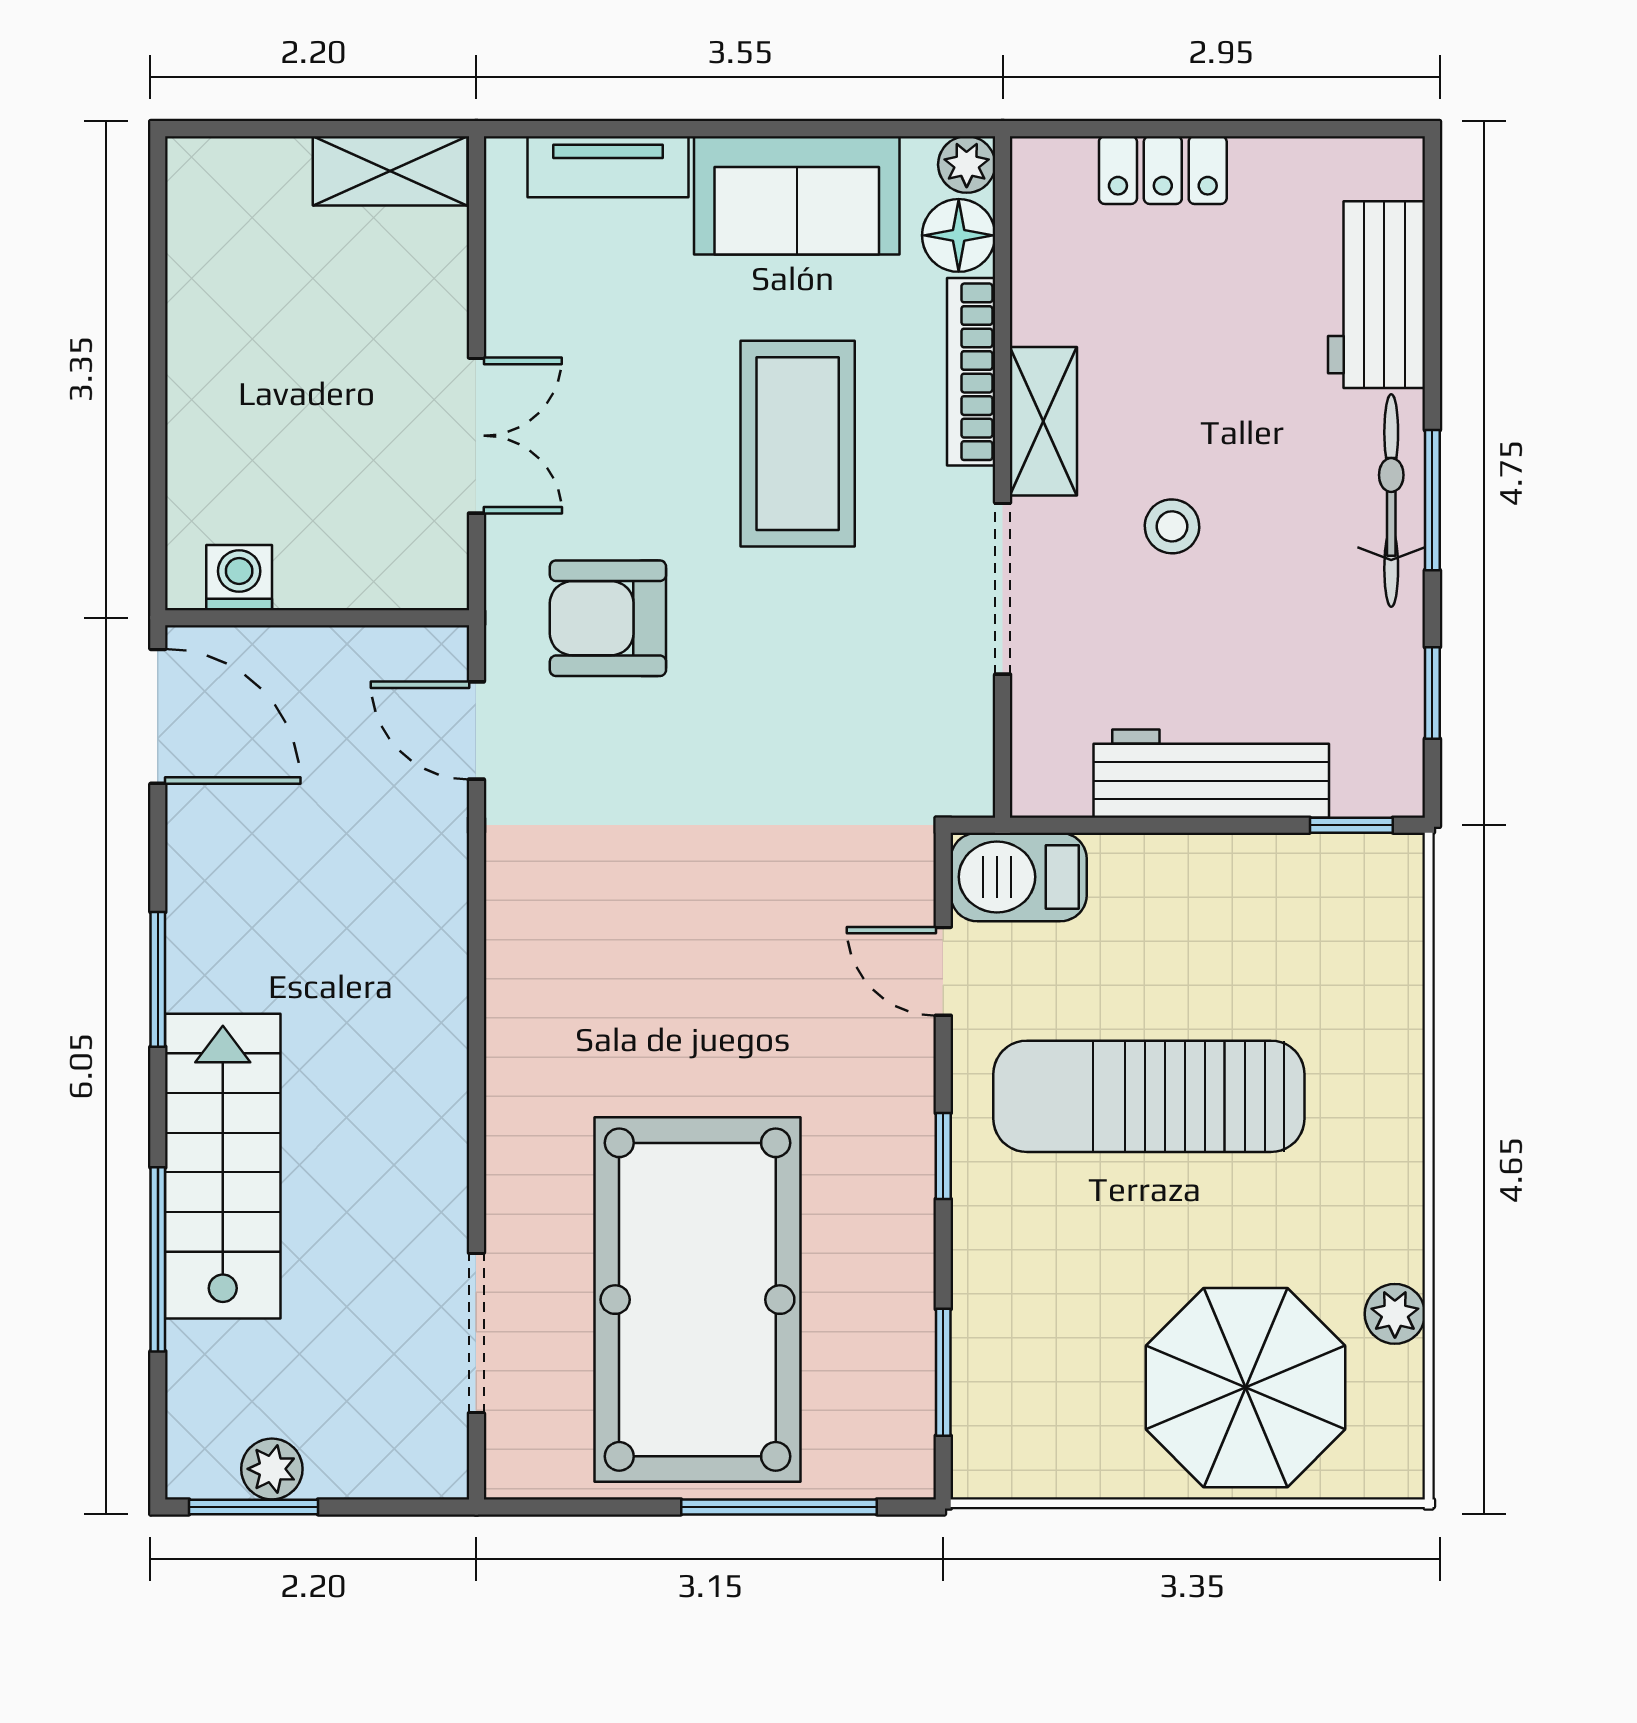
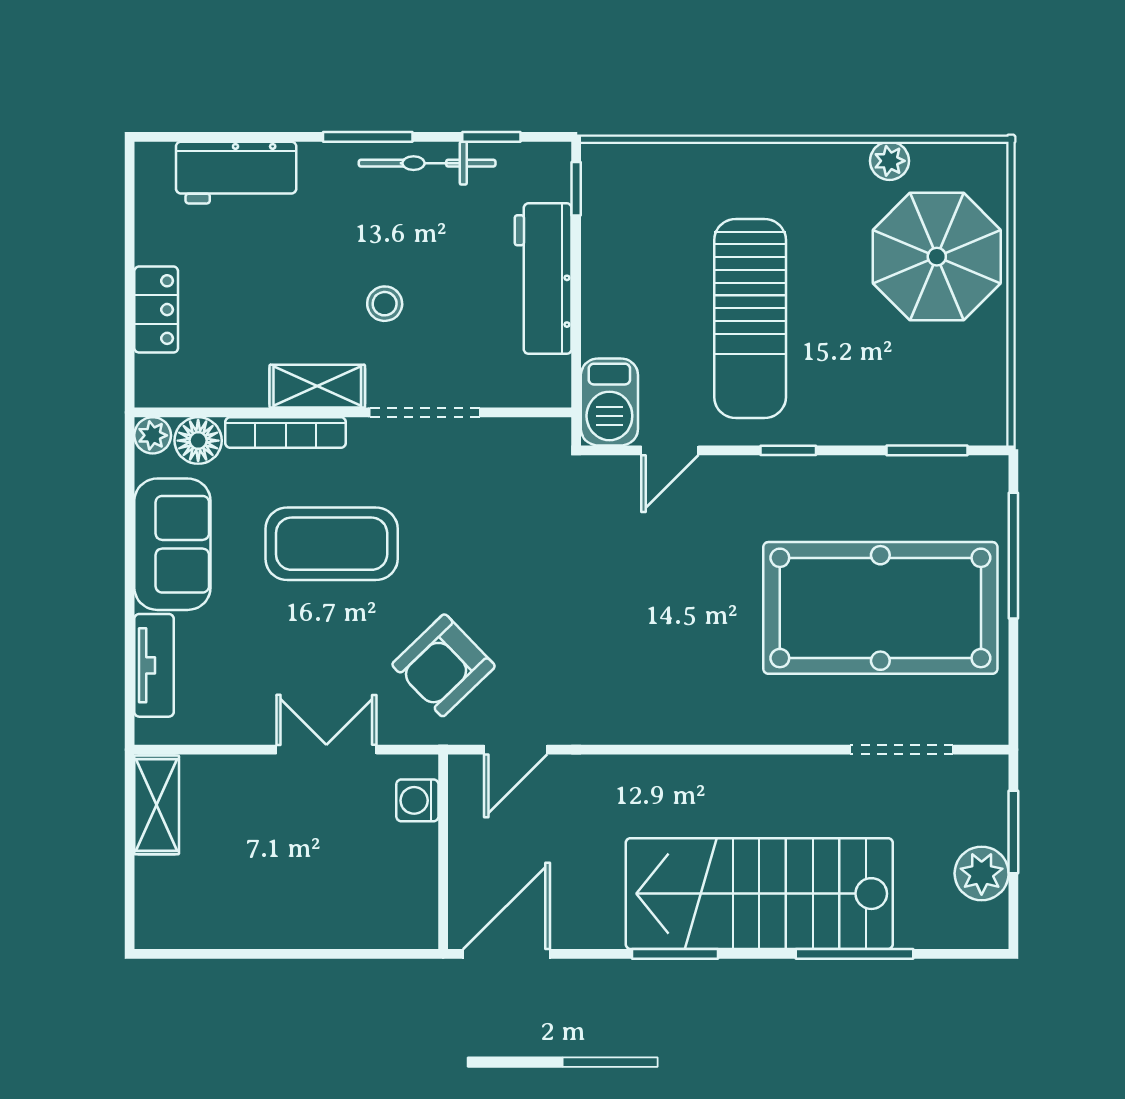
bicycle: (1391, 501) -> (427, 163), moved
washing machine: (239, 578) -> (417, 800), moved
armchair: (608, 618) -> (444, 665), turned 46
stairs: (223, 1166) -> (759, 894), width x1.36, depth x1.51
plant: (272, 1469) -> (982, 873), width x1.38, depth x1.38
window: (254, 1507) -> (1013, 832), moved

